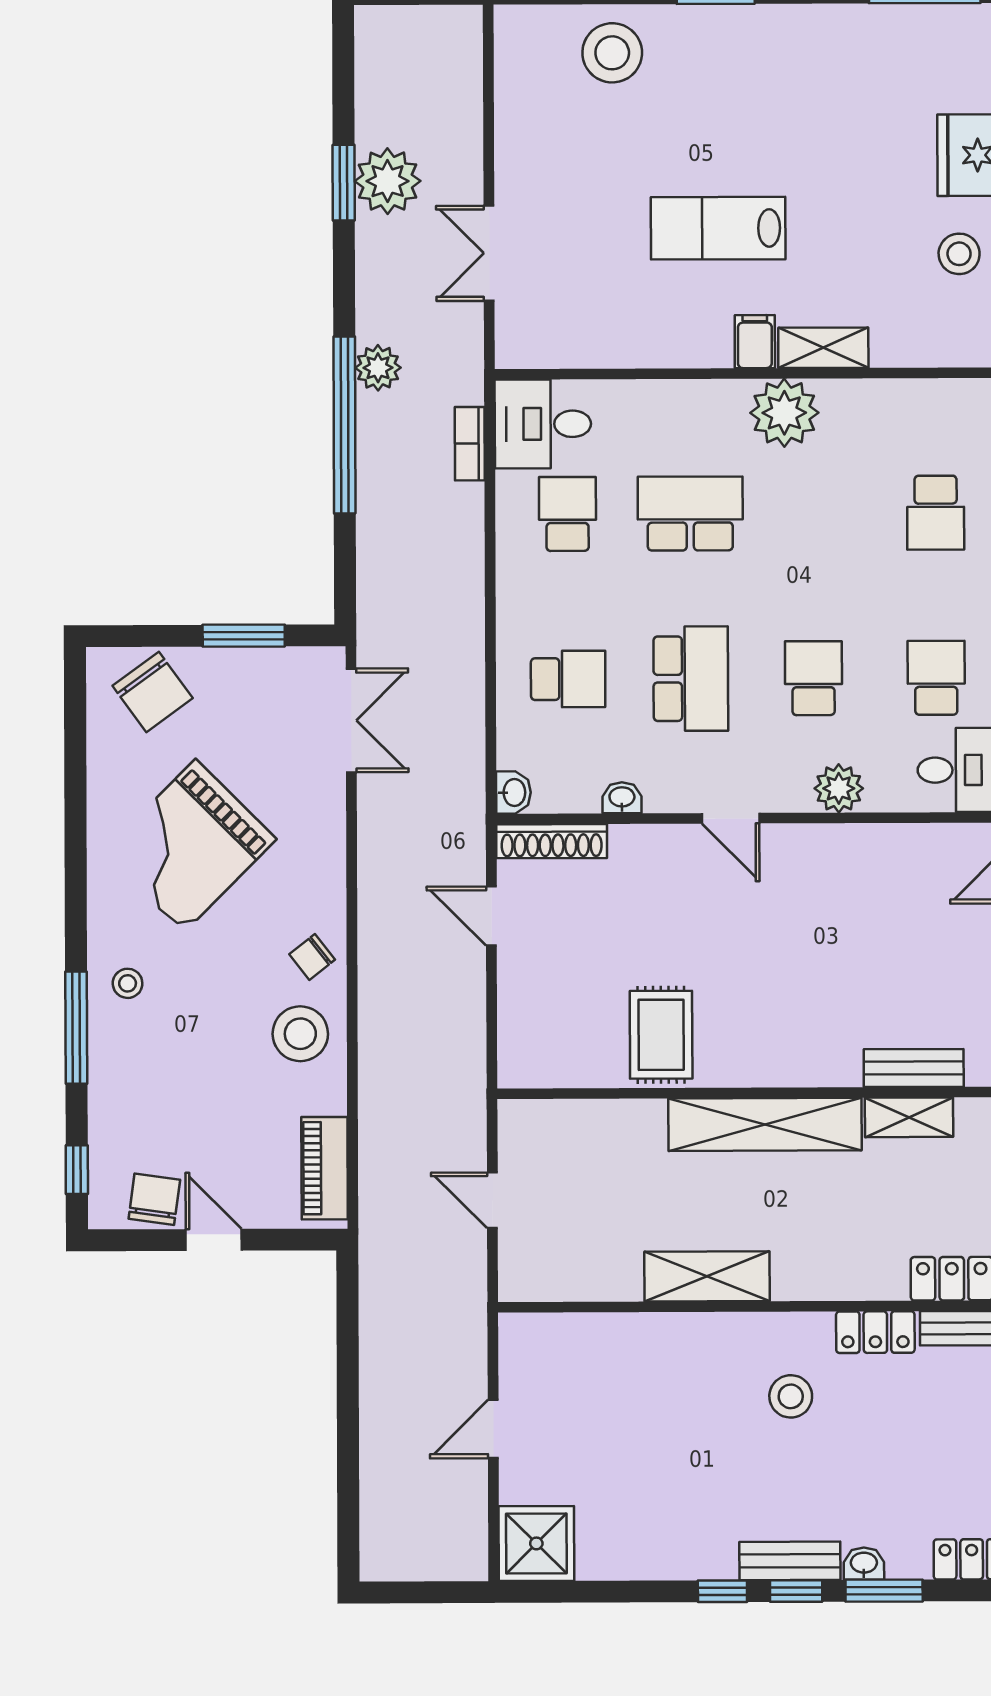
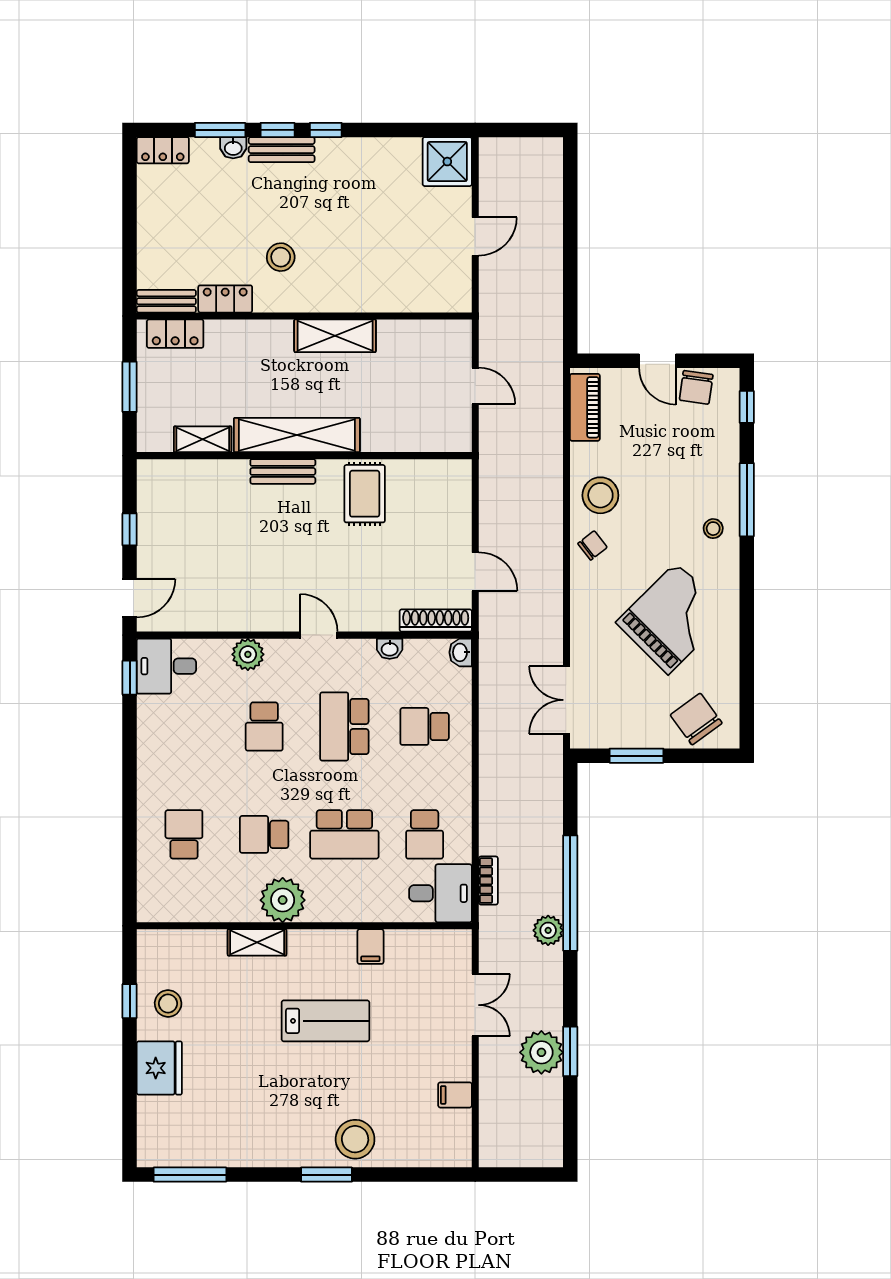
stool: (612, 53) -> (355, 1139), moved
filing cabinet: (520, 115) -> (455, 1095), added
filing cabinet: (755, 342) -> (370, 947), moved
school desk: (936, 678) -> (264, 834), moved, turned 90
bench: (914, 1068) -> (283, 471), moved

